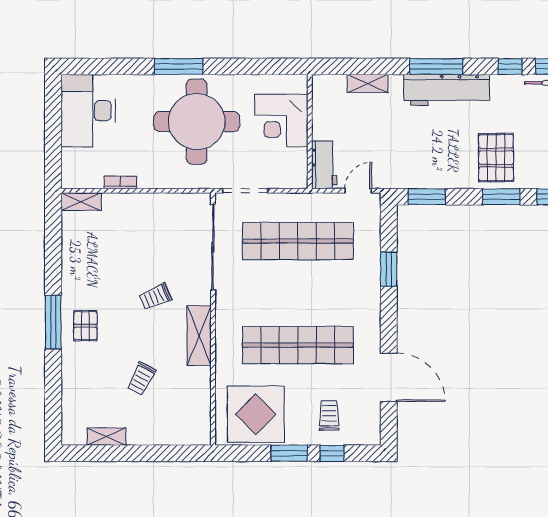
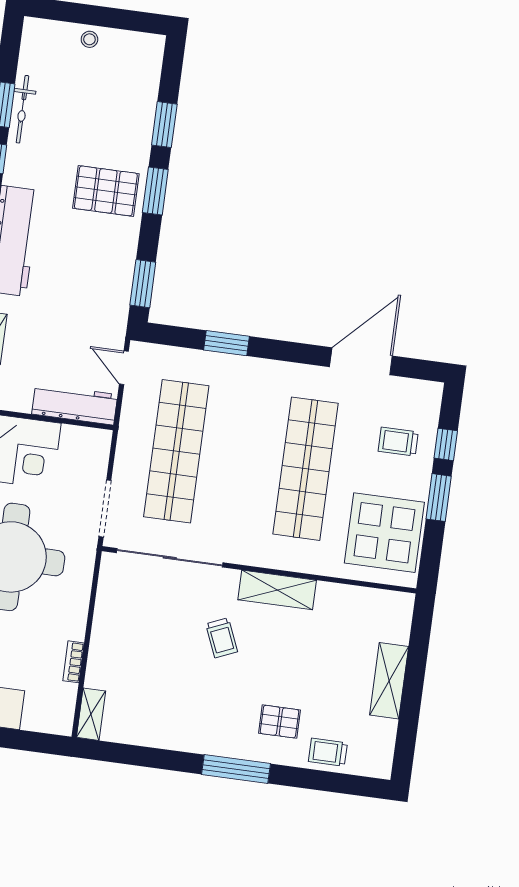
workbench: (324, 165) -> (75, 404), width x1.38
pallet: (85, 326) -> (279, 722), moved
trolley: (141, 378) -> (328, 752), moved, turned 152
shelving: (106, 437) -> (389, 681), moved, width x1.50, depth x1.33

